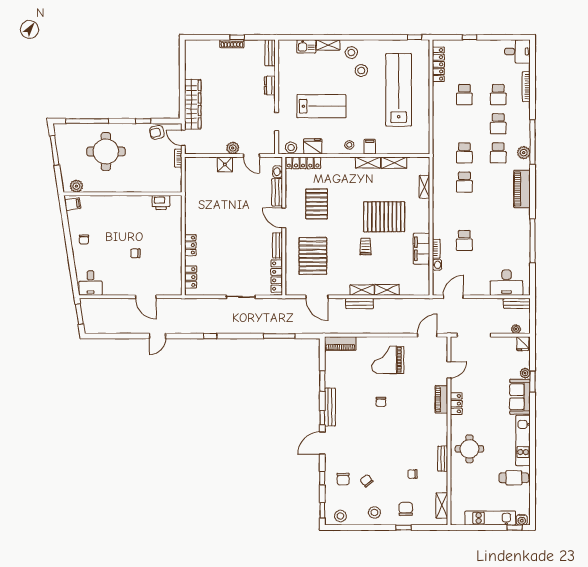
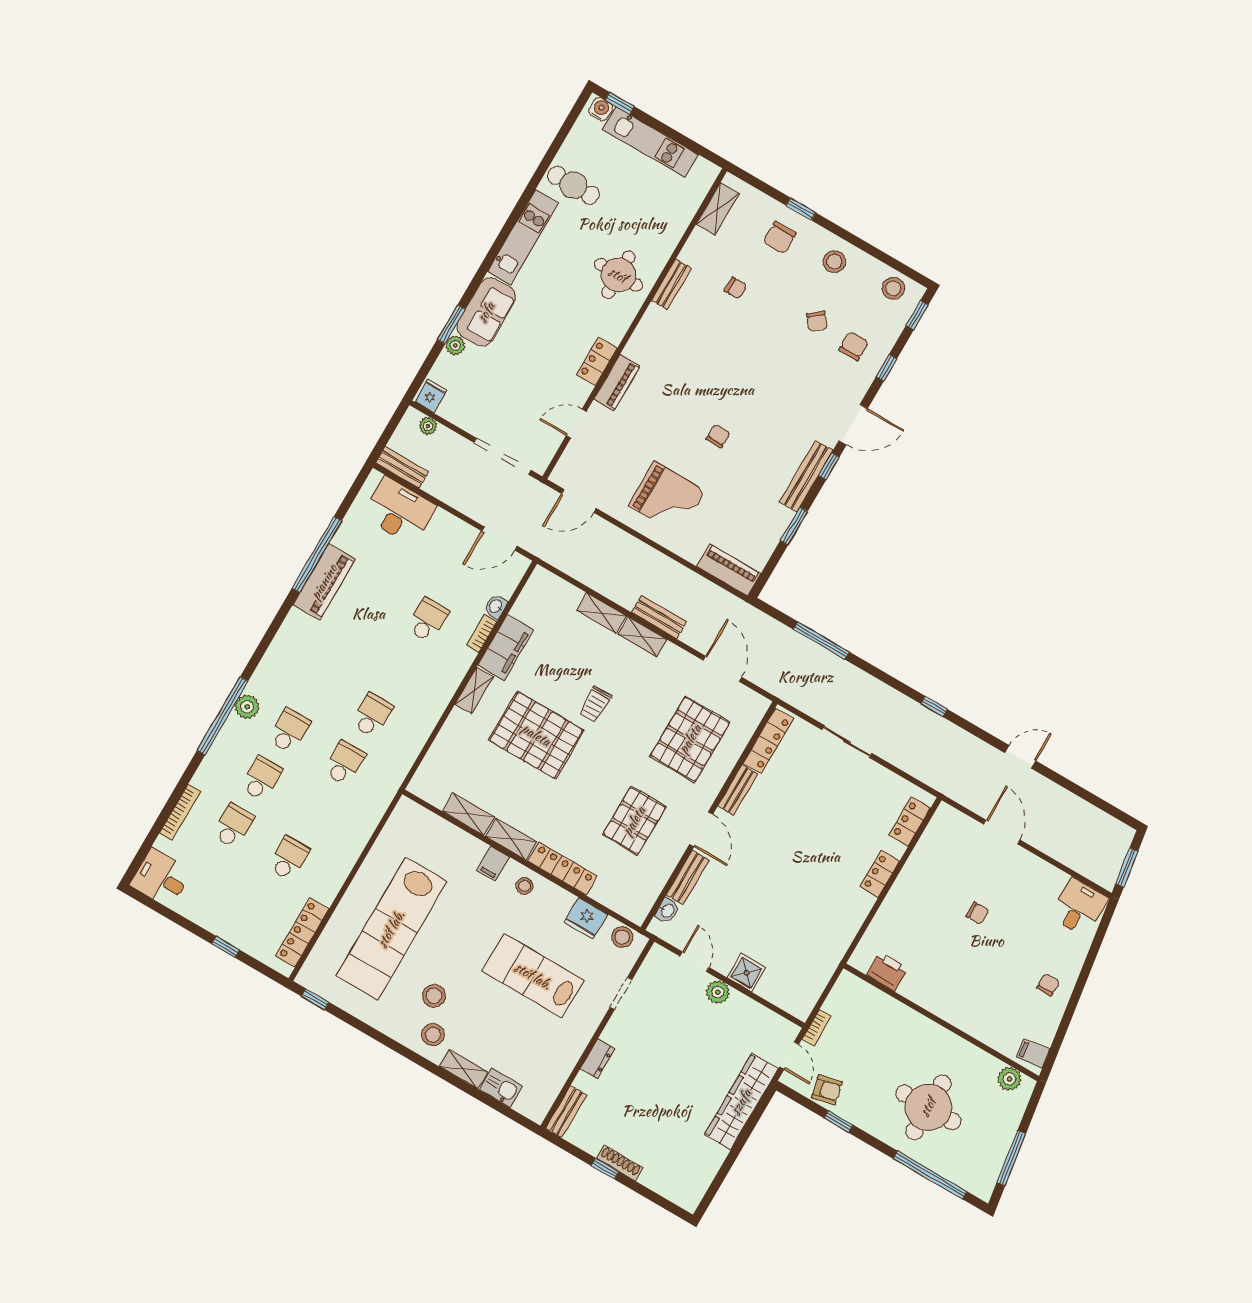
locker: (303, 163) -> (562, 869), moved
shelving: (424, 187) -> (474, 690), moved
piano: (522, 189) -> (324, 582), moved

